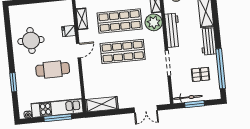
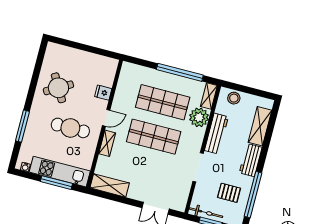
shelving: (82, 19) -> (107, 143), moved
round table: (31, 40) -> (58, 88), turned -30
window: (13, 82) -> (22, 126), width x1.44

